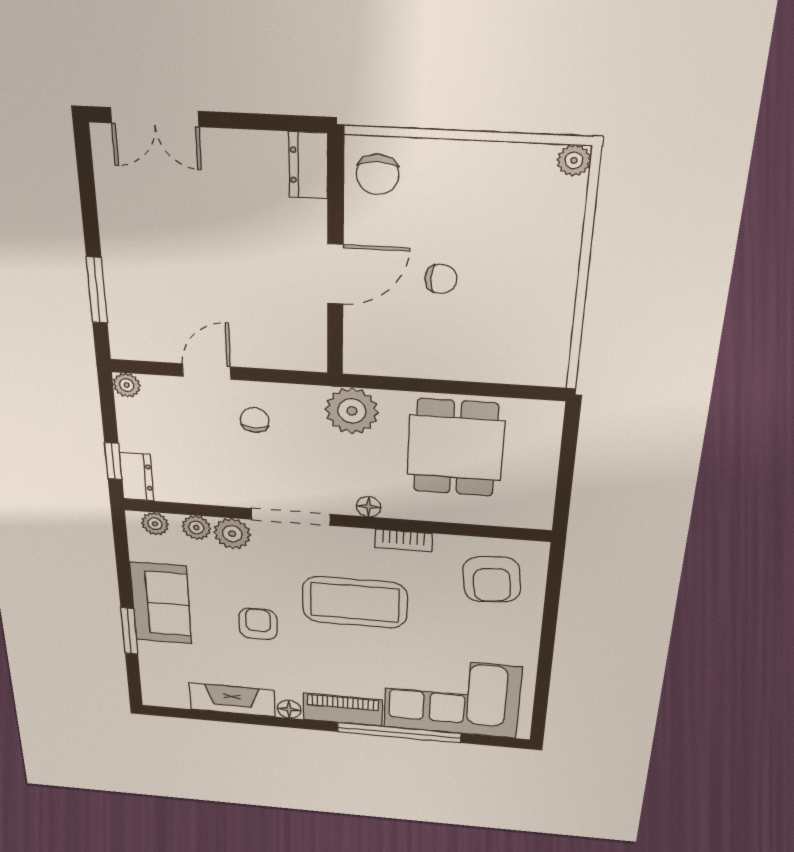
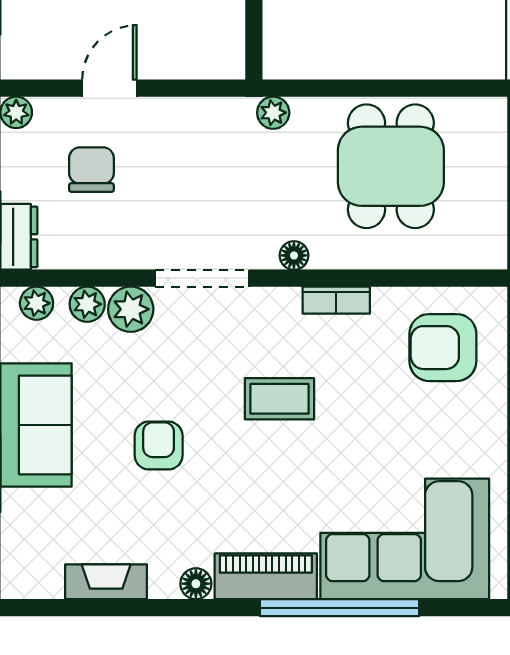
plant: (352, 411) -> (273, 113), width x0.53, depth x0.53
chair: (255, 420) -> (91, 170), moved, width x1.37, depth x1.37
armchair: (492, 579) -> (443, 348), turned 96
coffee table: (355, 602) -> (280, 399), width x0.54, depth x0.58
fireplace: (232, 700) -> (106, 582), width x0.73, depth x0.76

